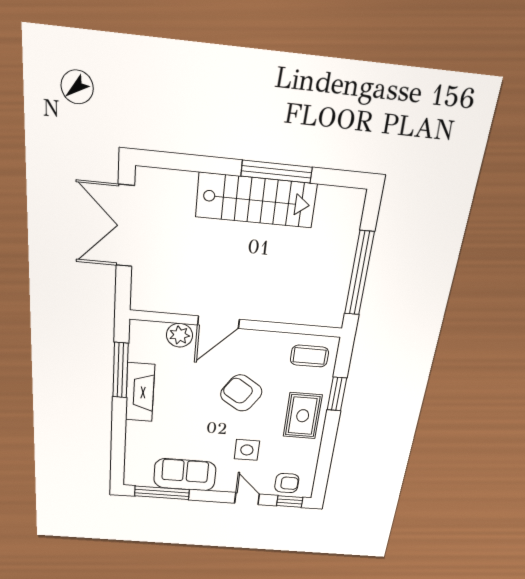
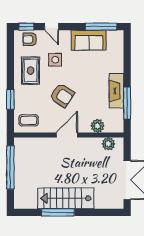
plant: (160, 301) -> (108, 144), added
door: (218, 322) -> (67, 135), moved
rug: (303, 416) -> (31, 71), moved

